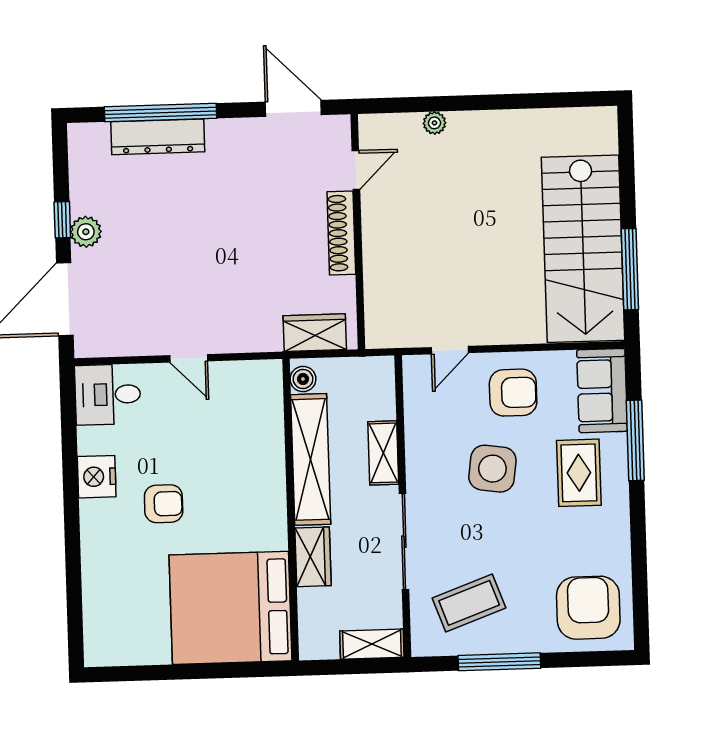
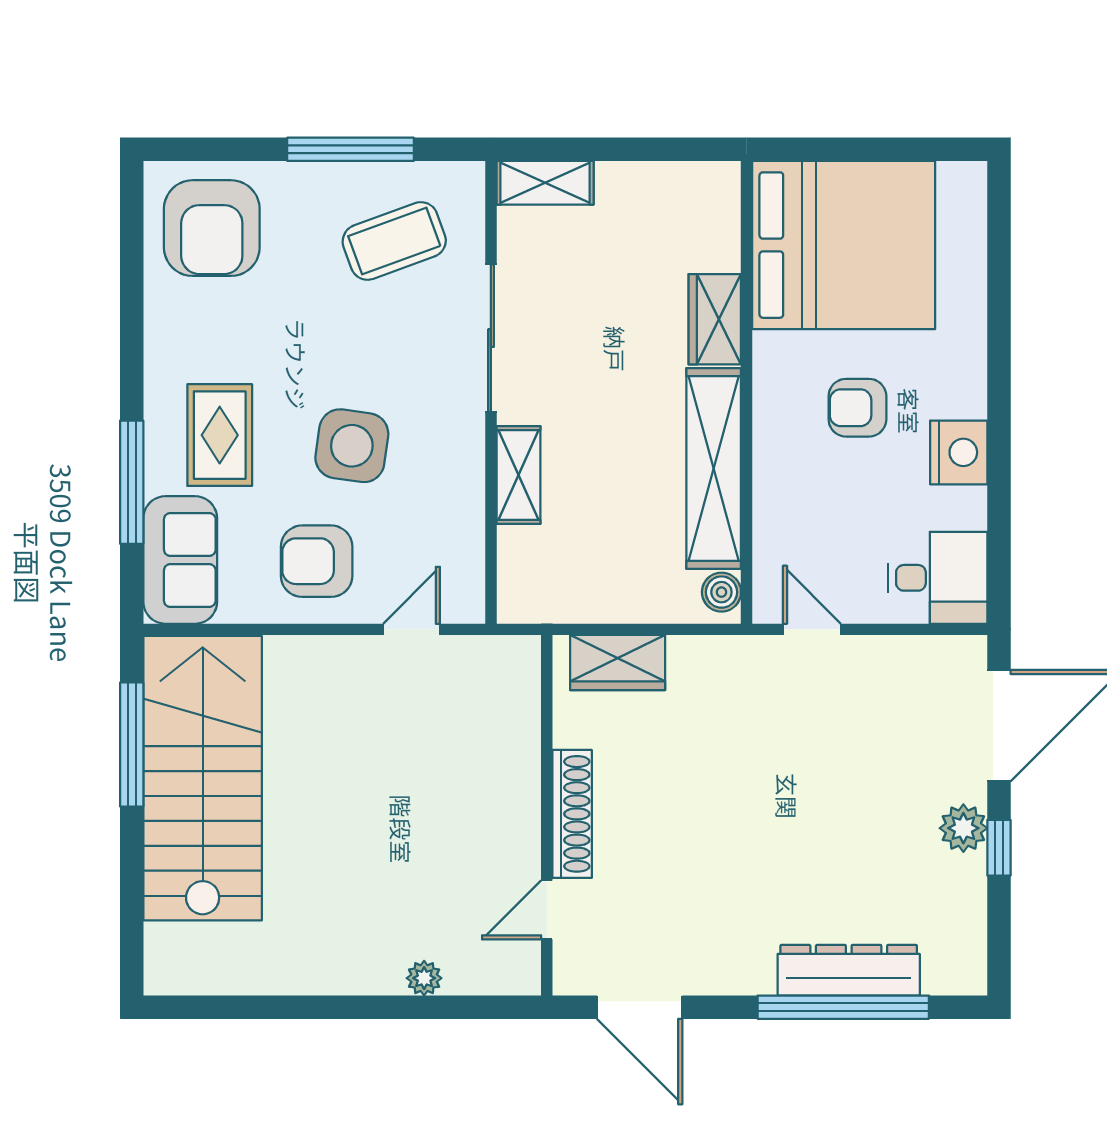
boiler: (303, 379) -> (721, 592), moved
shelving: (311, 459) -> (714, 469), moved
wall: (291, 510) -> (747, 392), moved
wardrobe: (313, 557) -> (715, 319), moved
bed: (230, 608) -> (844, 245), moved

